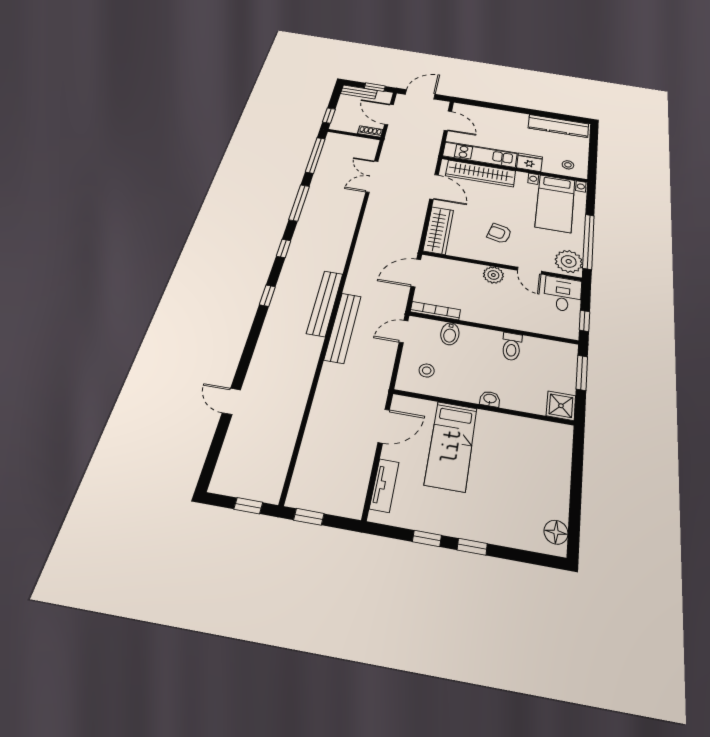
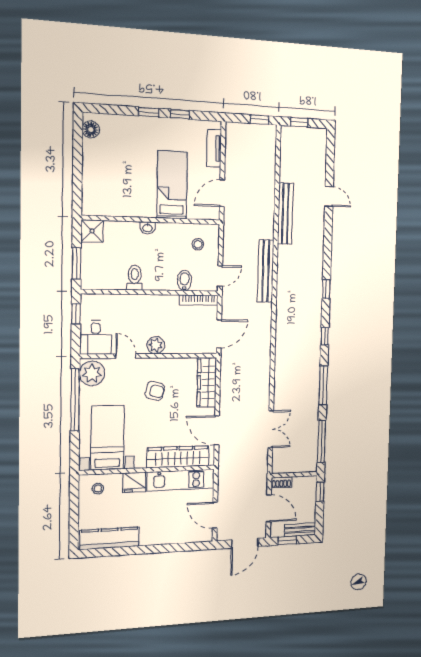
bench: (325, 303) -> (285, 214), moved

